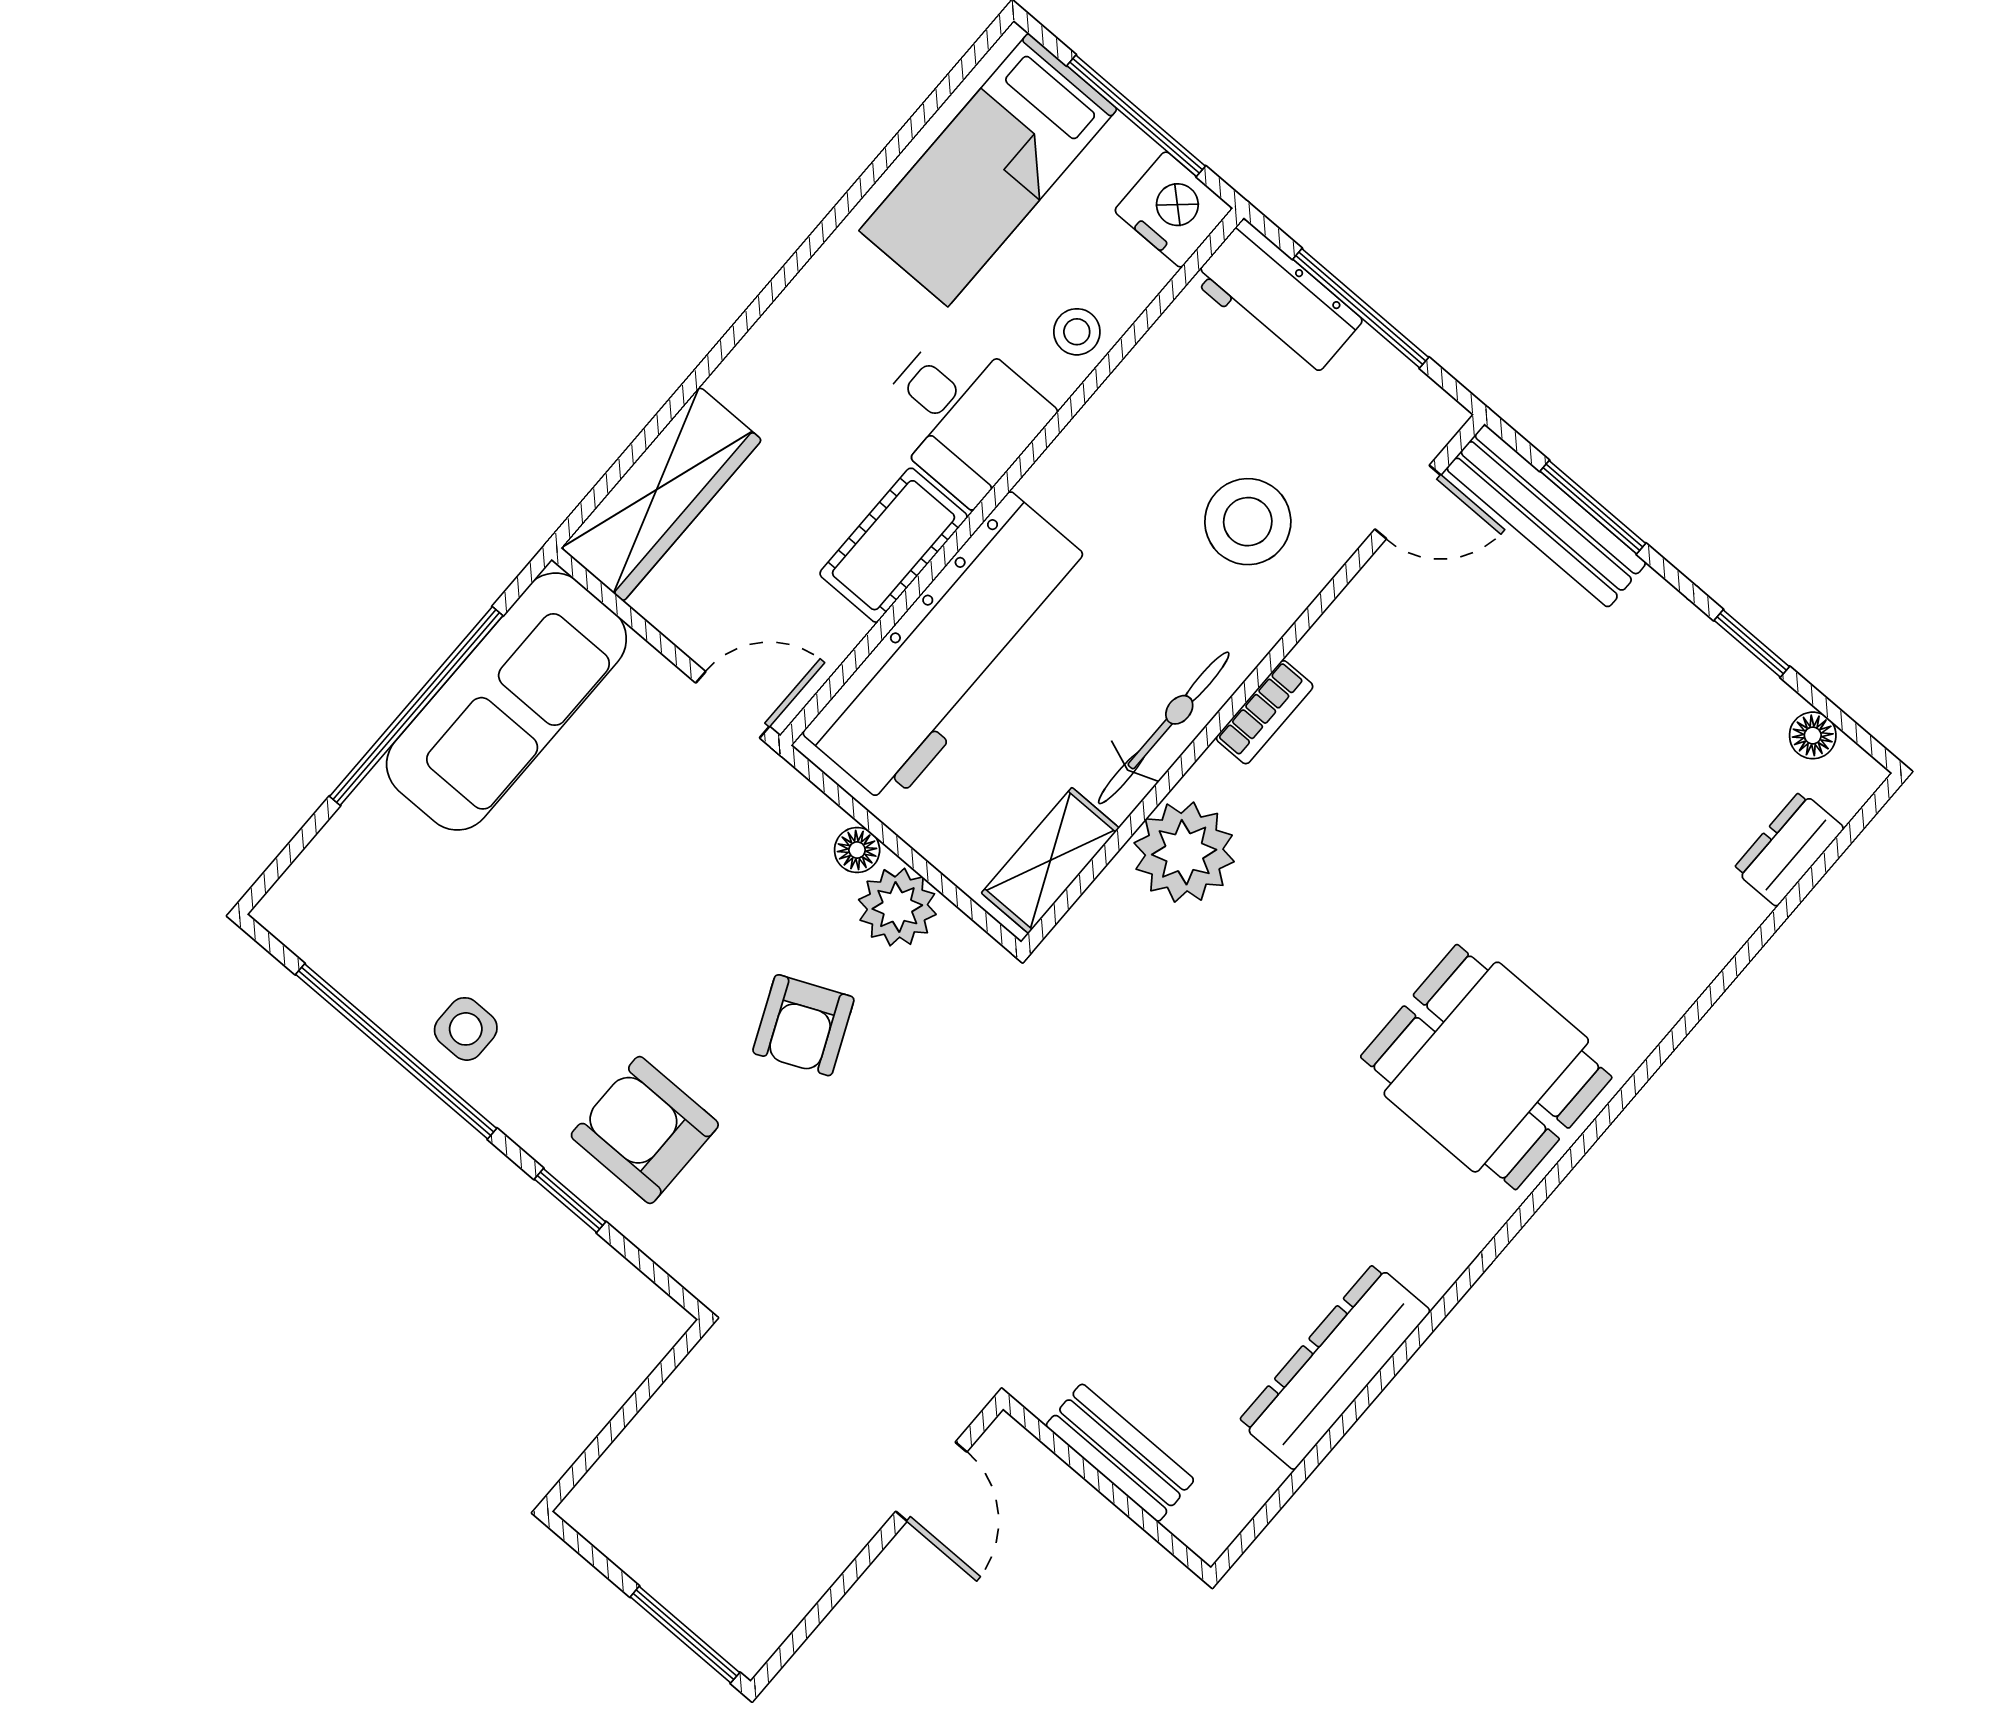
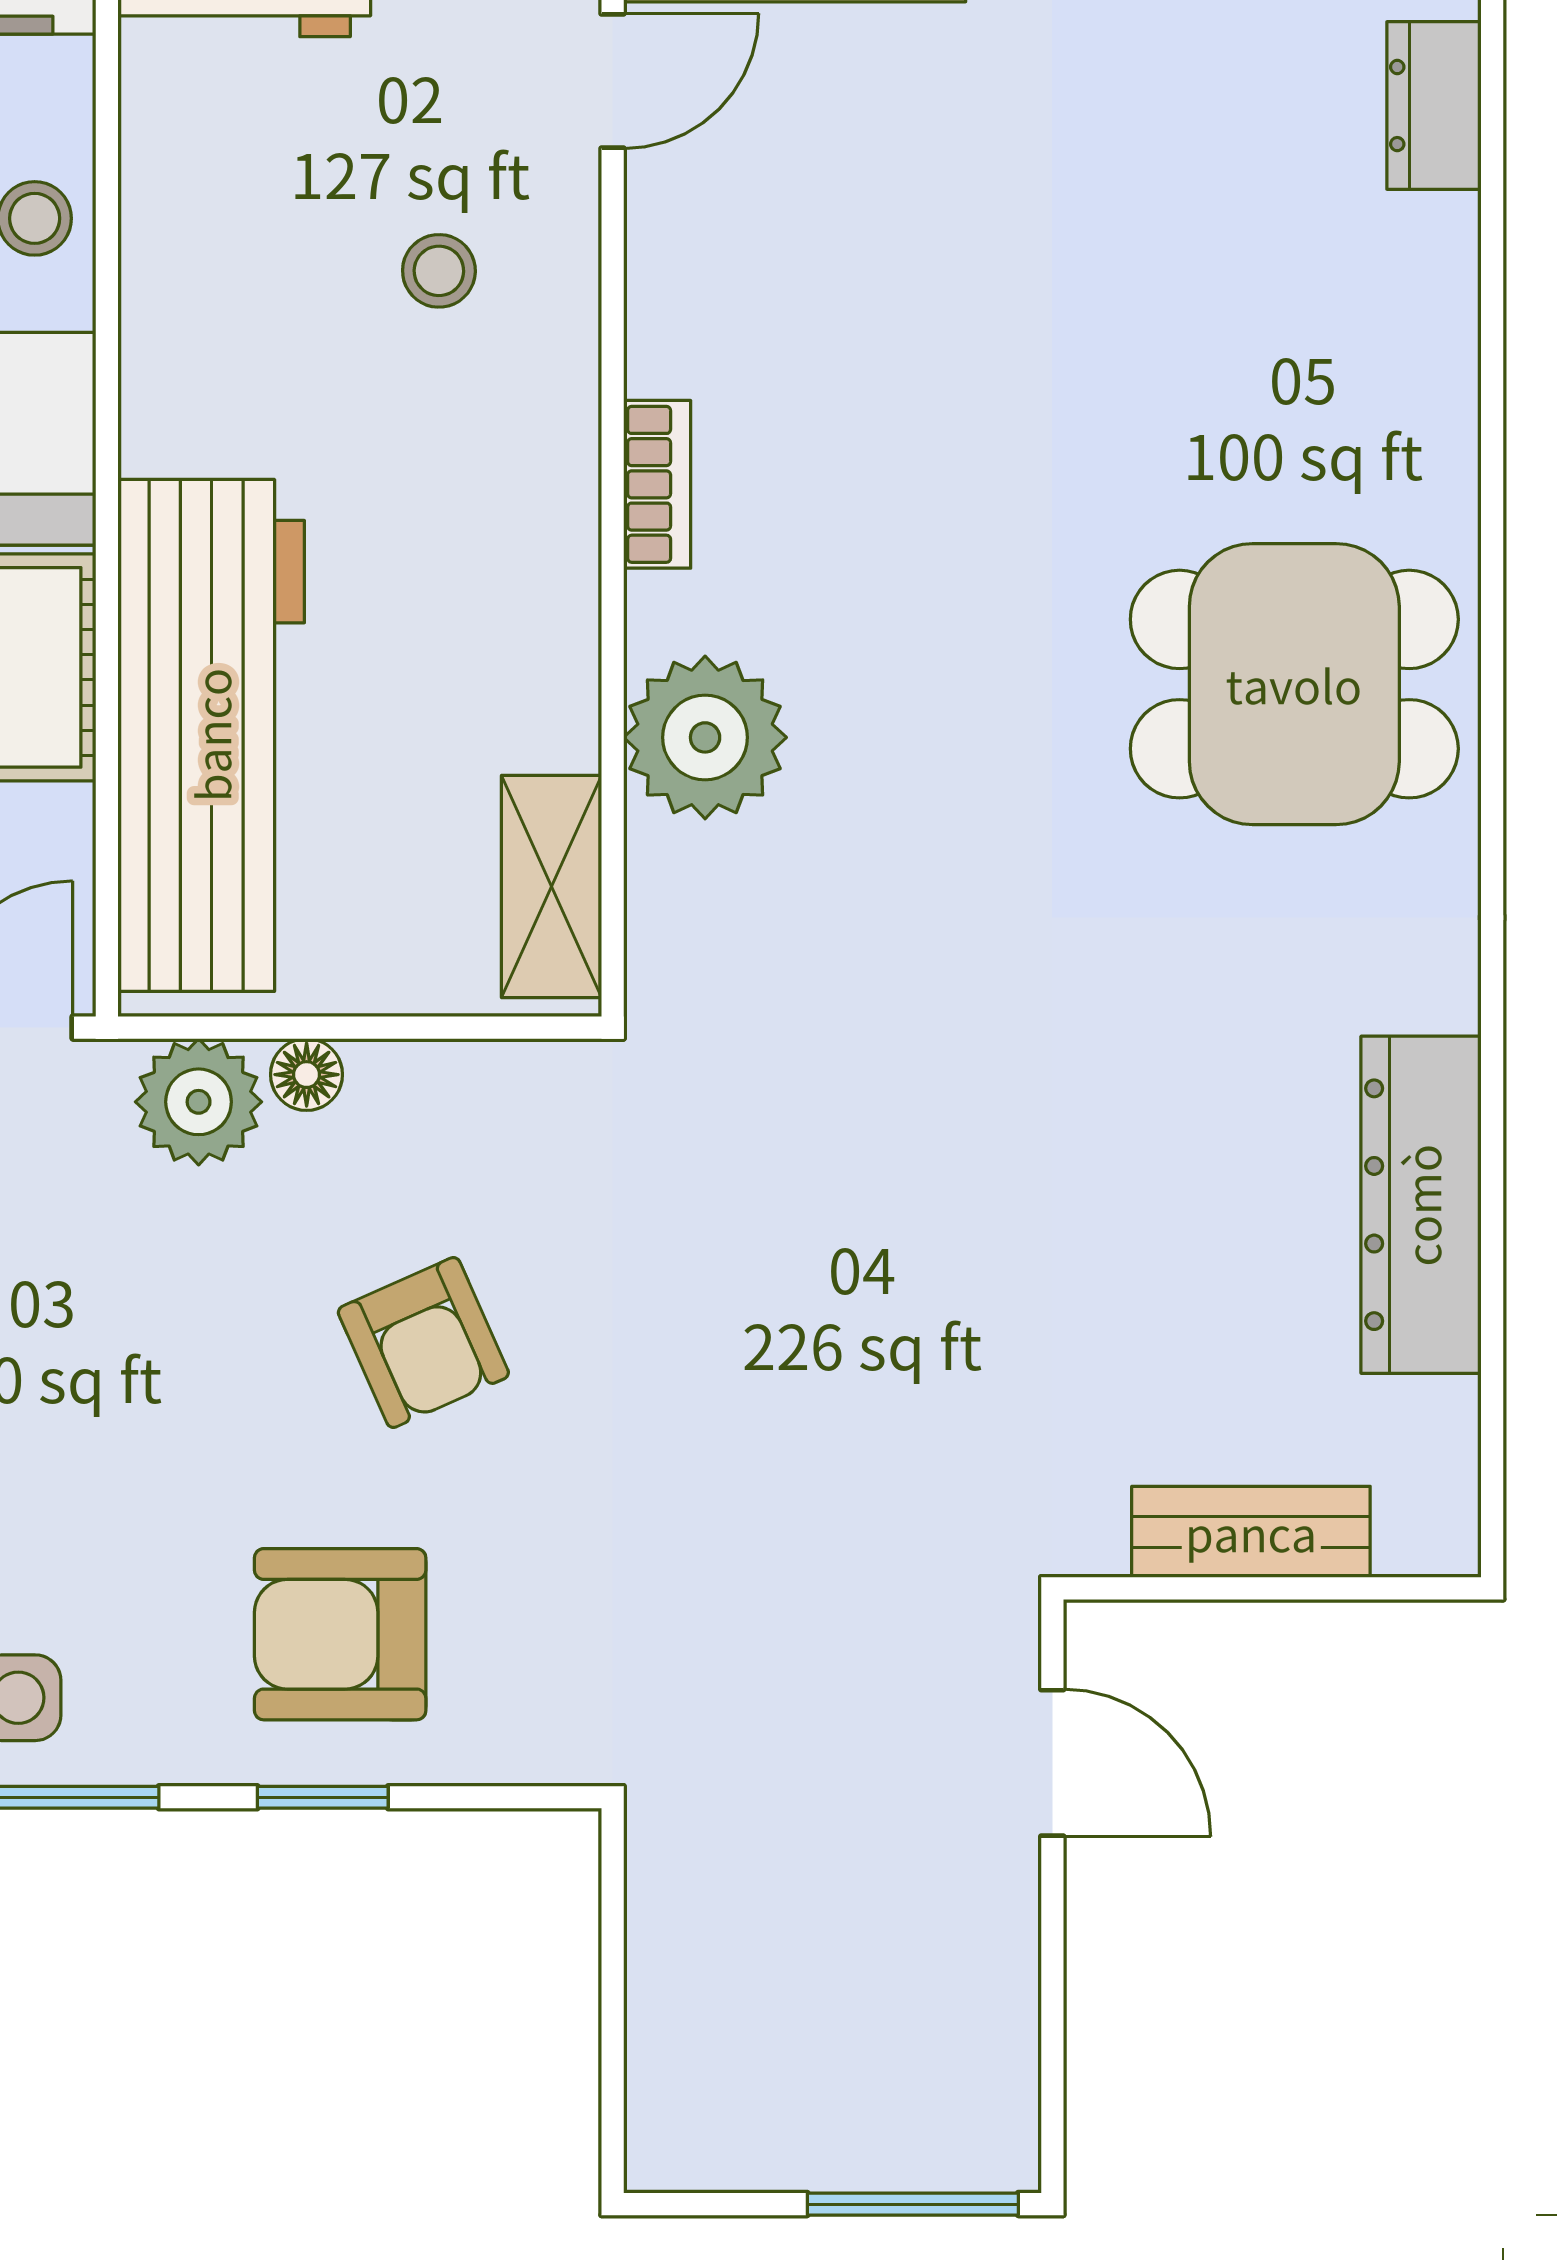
stool: (1248, 522) -> (439, 271), width x0.53, depth x0.53
bicycle: (1164, 728) -> (551, 608), removed
plant: (897, 907) -> (199, 1102), moved

